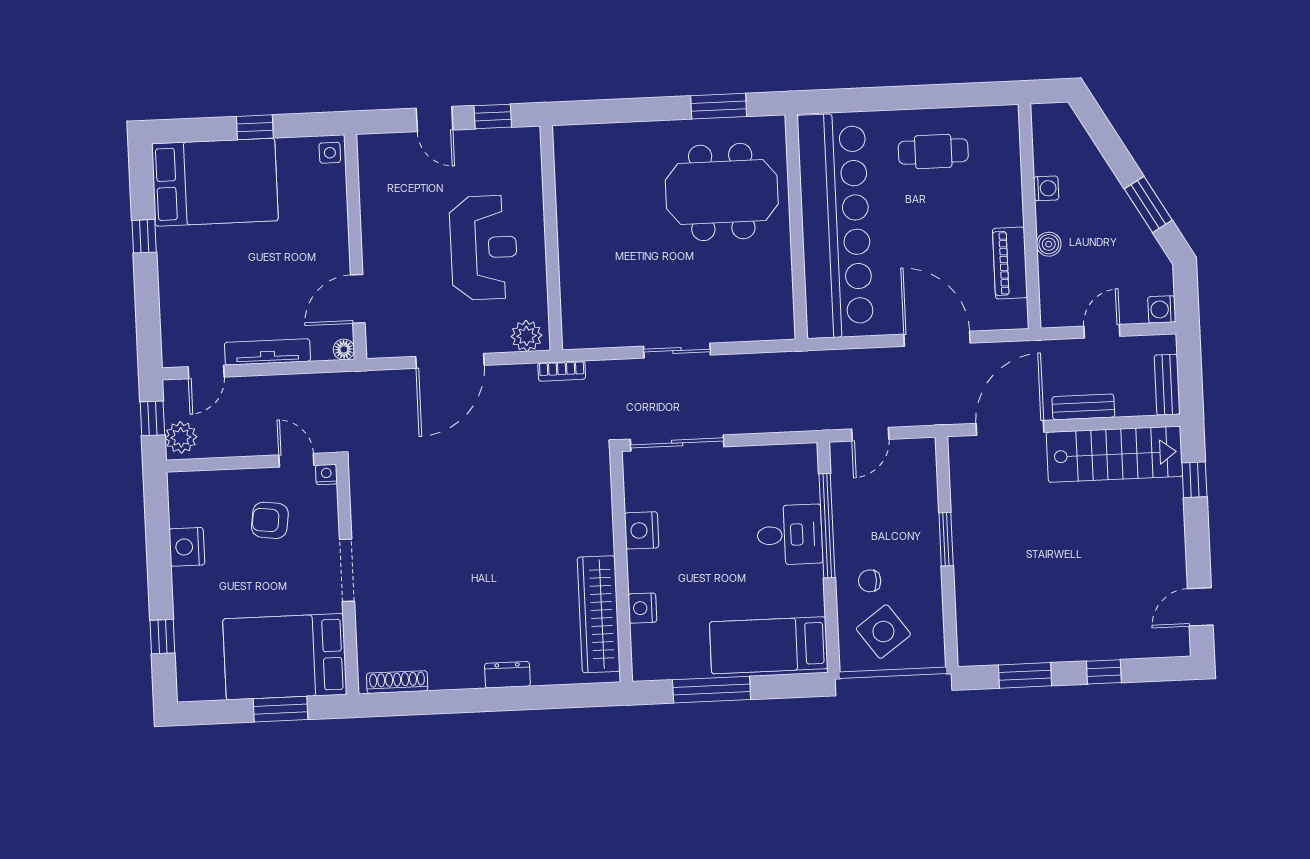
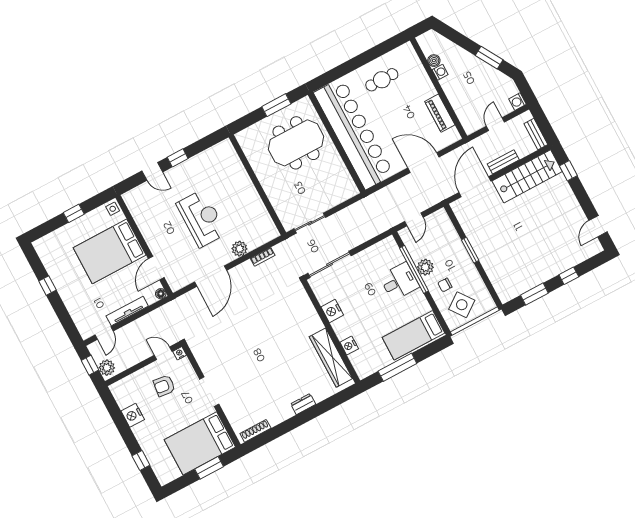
bed: (215, 182) -> (110, 251), moved, turned 180
wall: (551, 238) -> (257, 185), moved
boiler: (1049, 244) -> (434, 61), moved
plant: (850, 531) -> (425, 267), added

